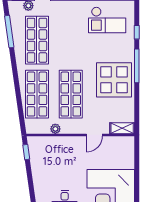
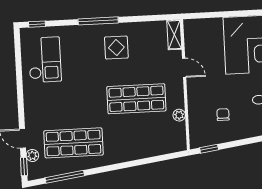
window: (137, 32) -> (37, 24), moved
display table: (114, 80) -> (116, 48), width x0.54, depth x0.54
shop shelf: (37, 94) -> (139, 139), removed
chair: (54, 165) -> (223, 115), added

